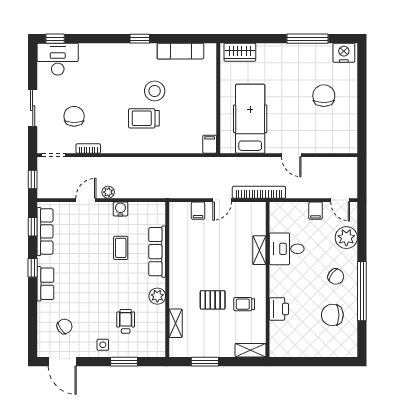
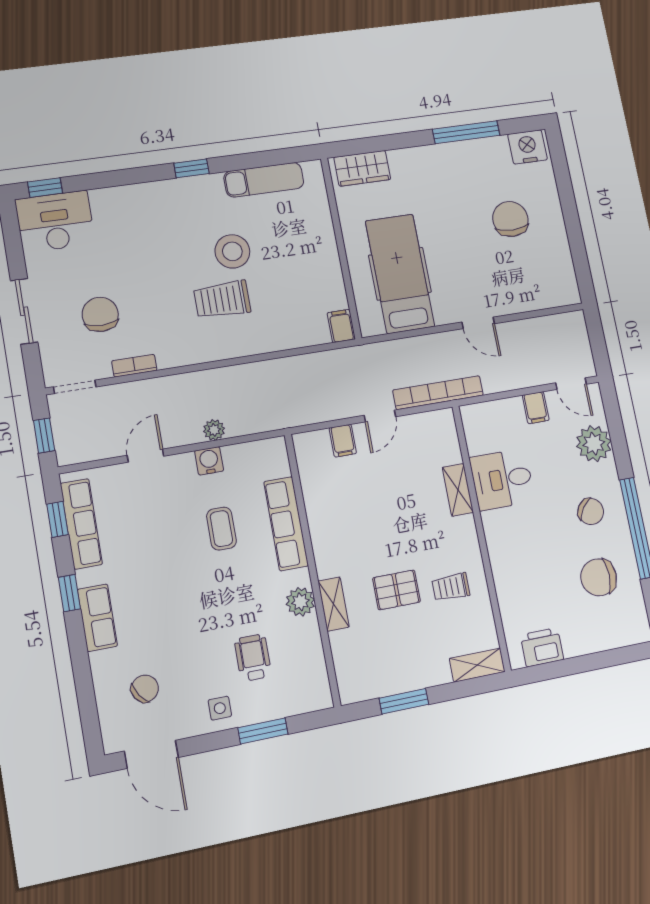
plant: (108, 192) -> (214, 430), moved
printer: (279, 309) -> (542, 647), moved, turned -90
shelving: (176, 323) -> (334, 604), moved

